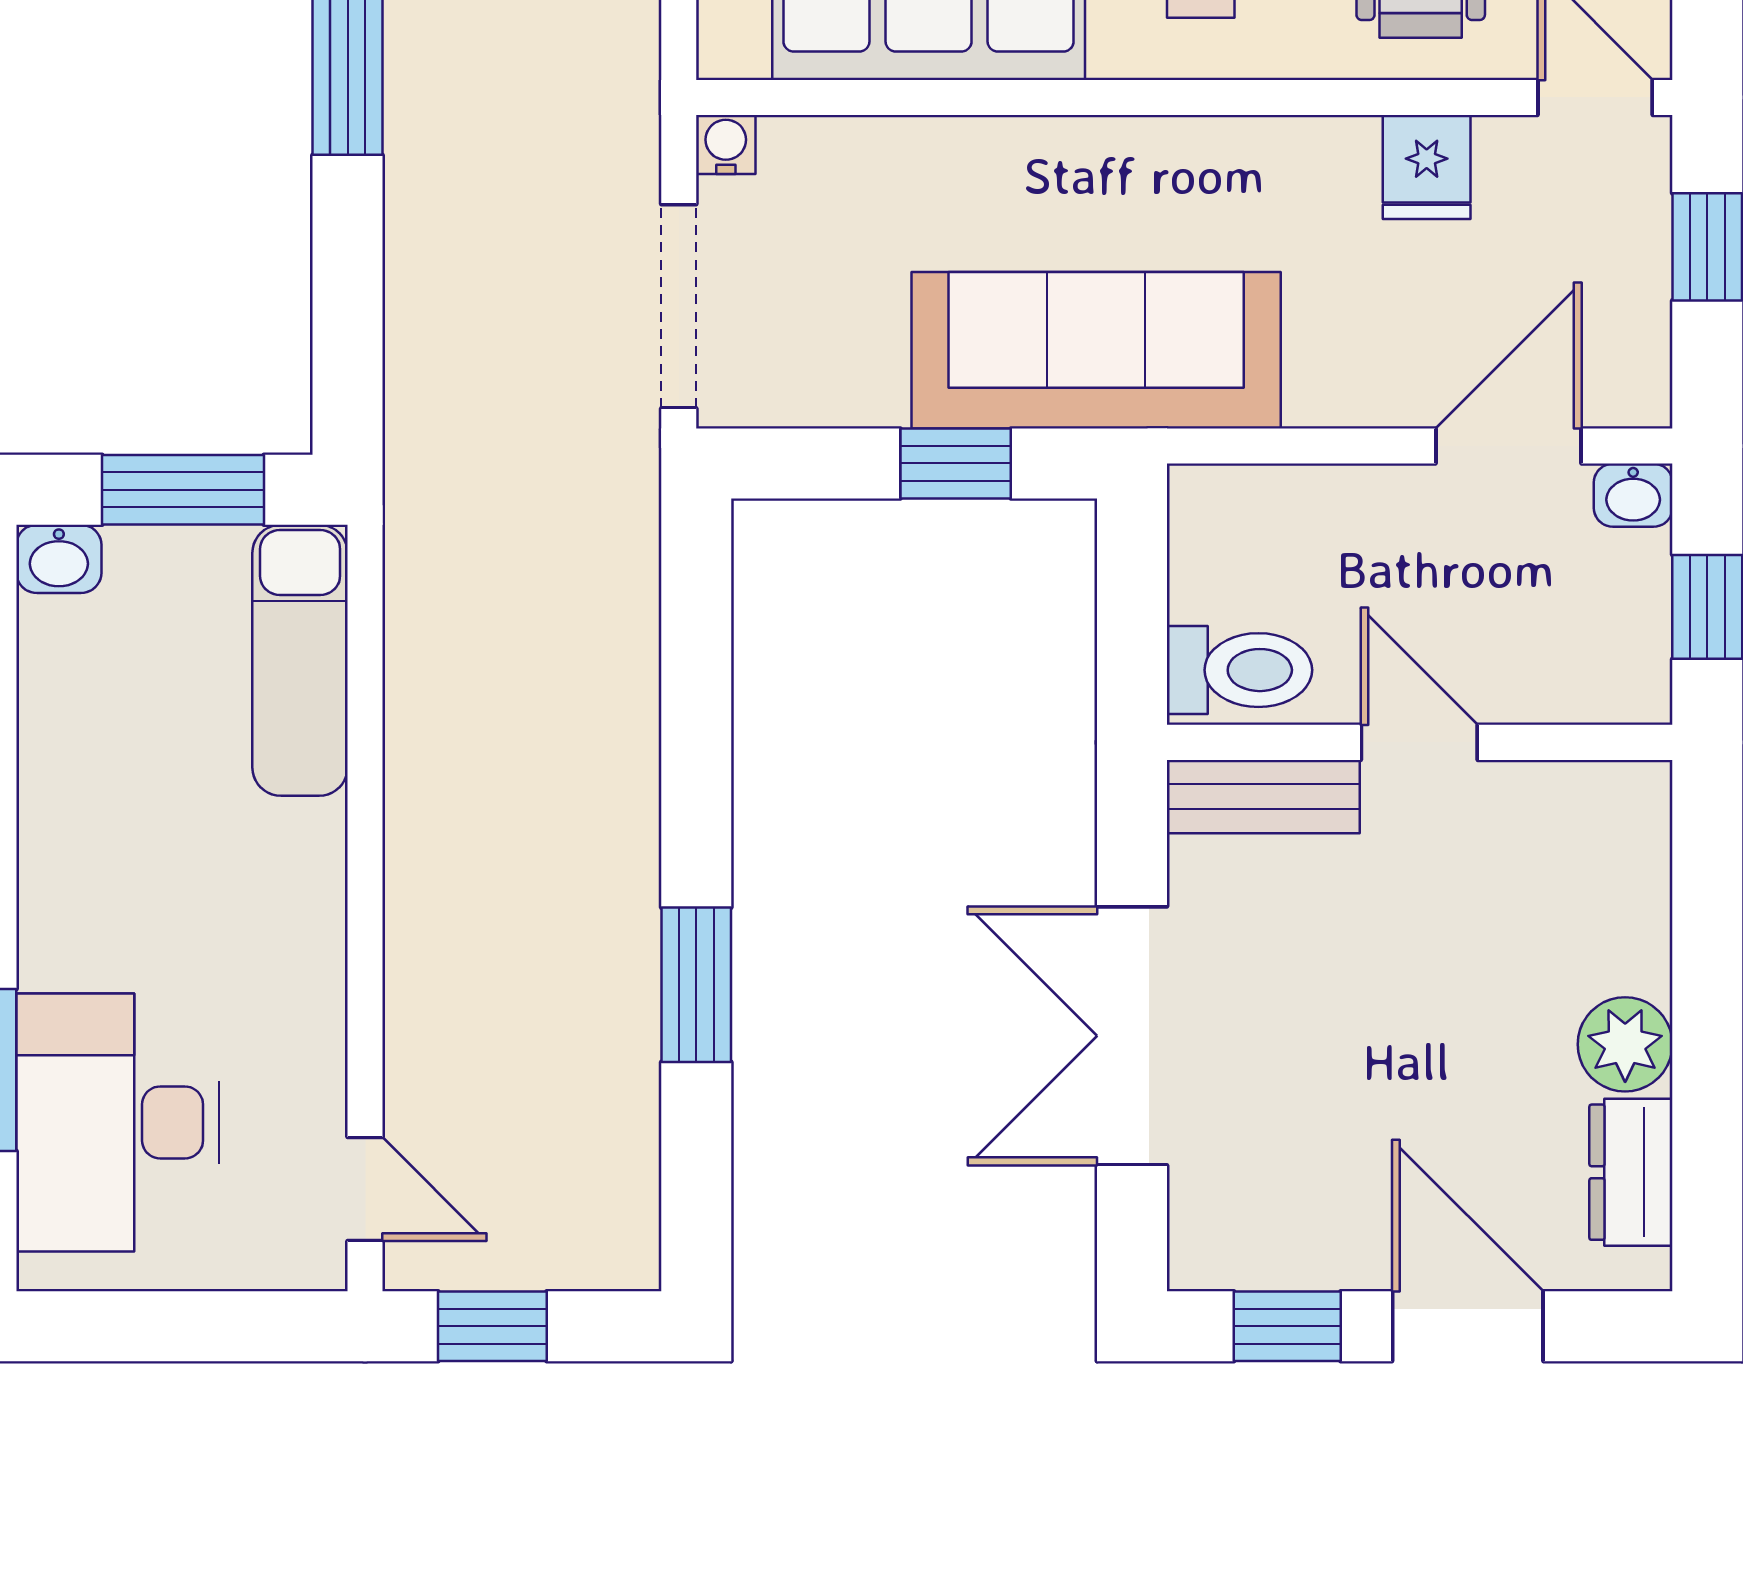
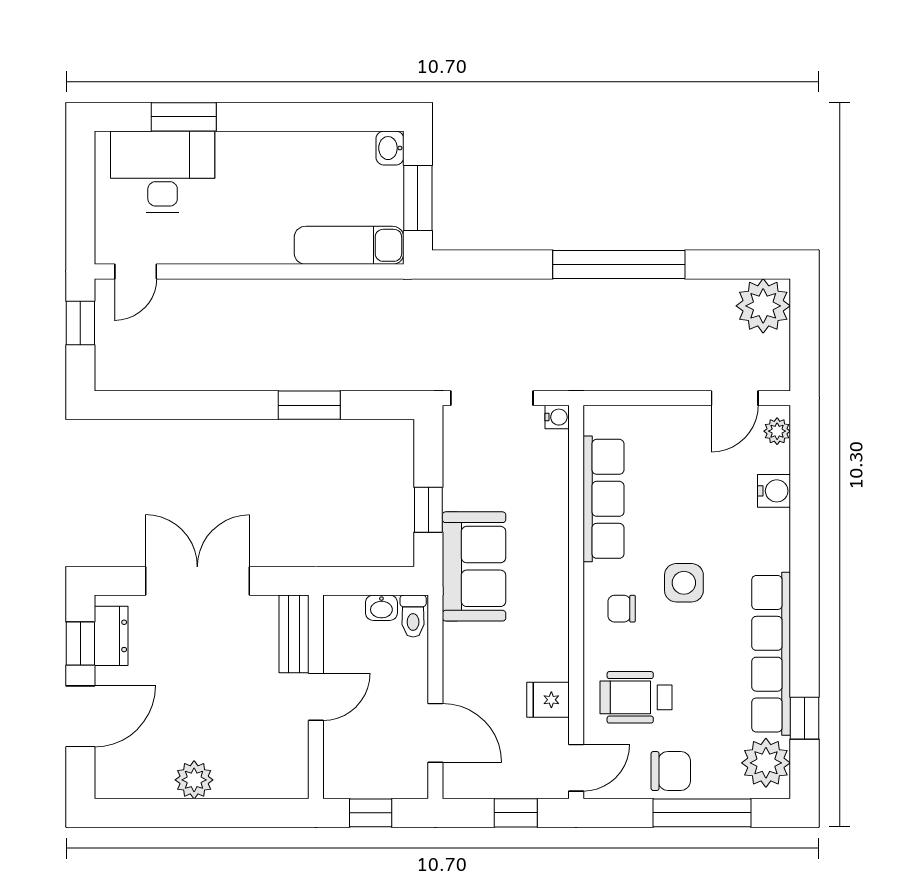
sofa: (1096, 350) -> (474, 566), width x0.73
washbasin: (1633, 495) -> (381, 608), moved, turned -90
toilet: (1239, 670) -> (413, 616), moved, width x0.73, depth x0.72
window: (696, 985) -> (309, 405), moved
dresser: (1631, 1172) -> (111, 636), moved, turned 90

